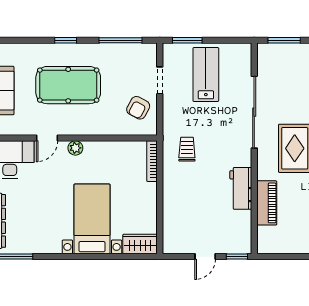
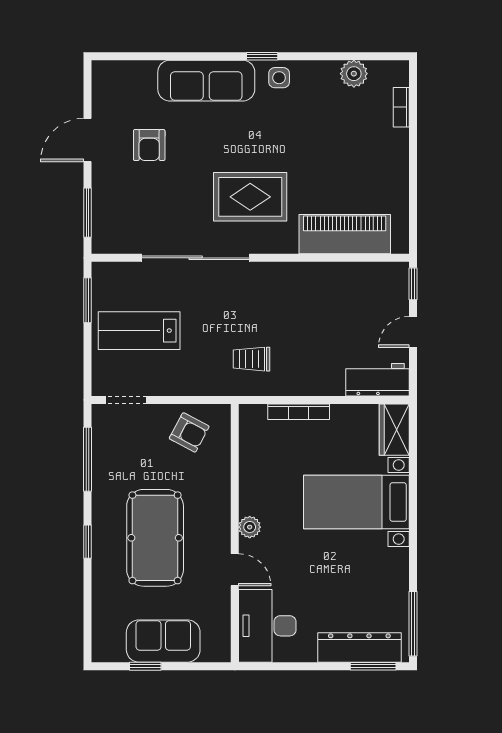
window: (187, 40) -> (87, 300), moved
doorway: (160, 80) -> (126, 400), moved
bookcase: (152, 161) -> (299, 412), moved
workbench: (241, 188) -> (378, 380), moved, turned 180
piano: (267, 203) -> (345, 234), width x1.37, depth x1.33
door: (205, 257) -> (413, 332), swing flipped

